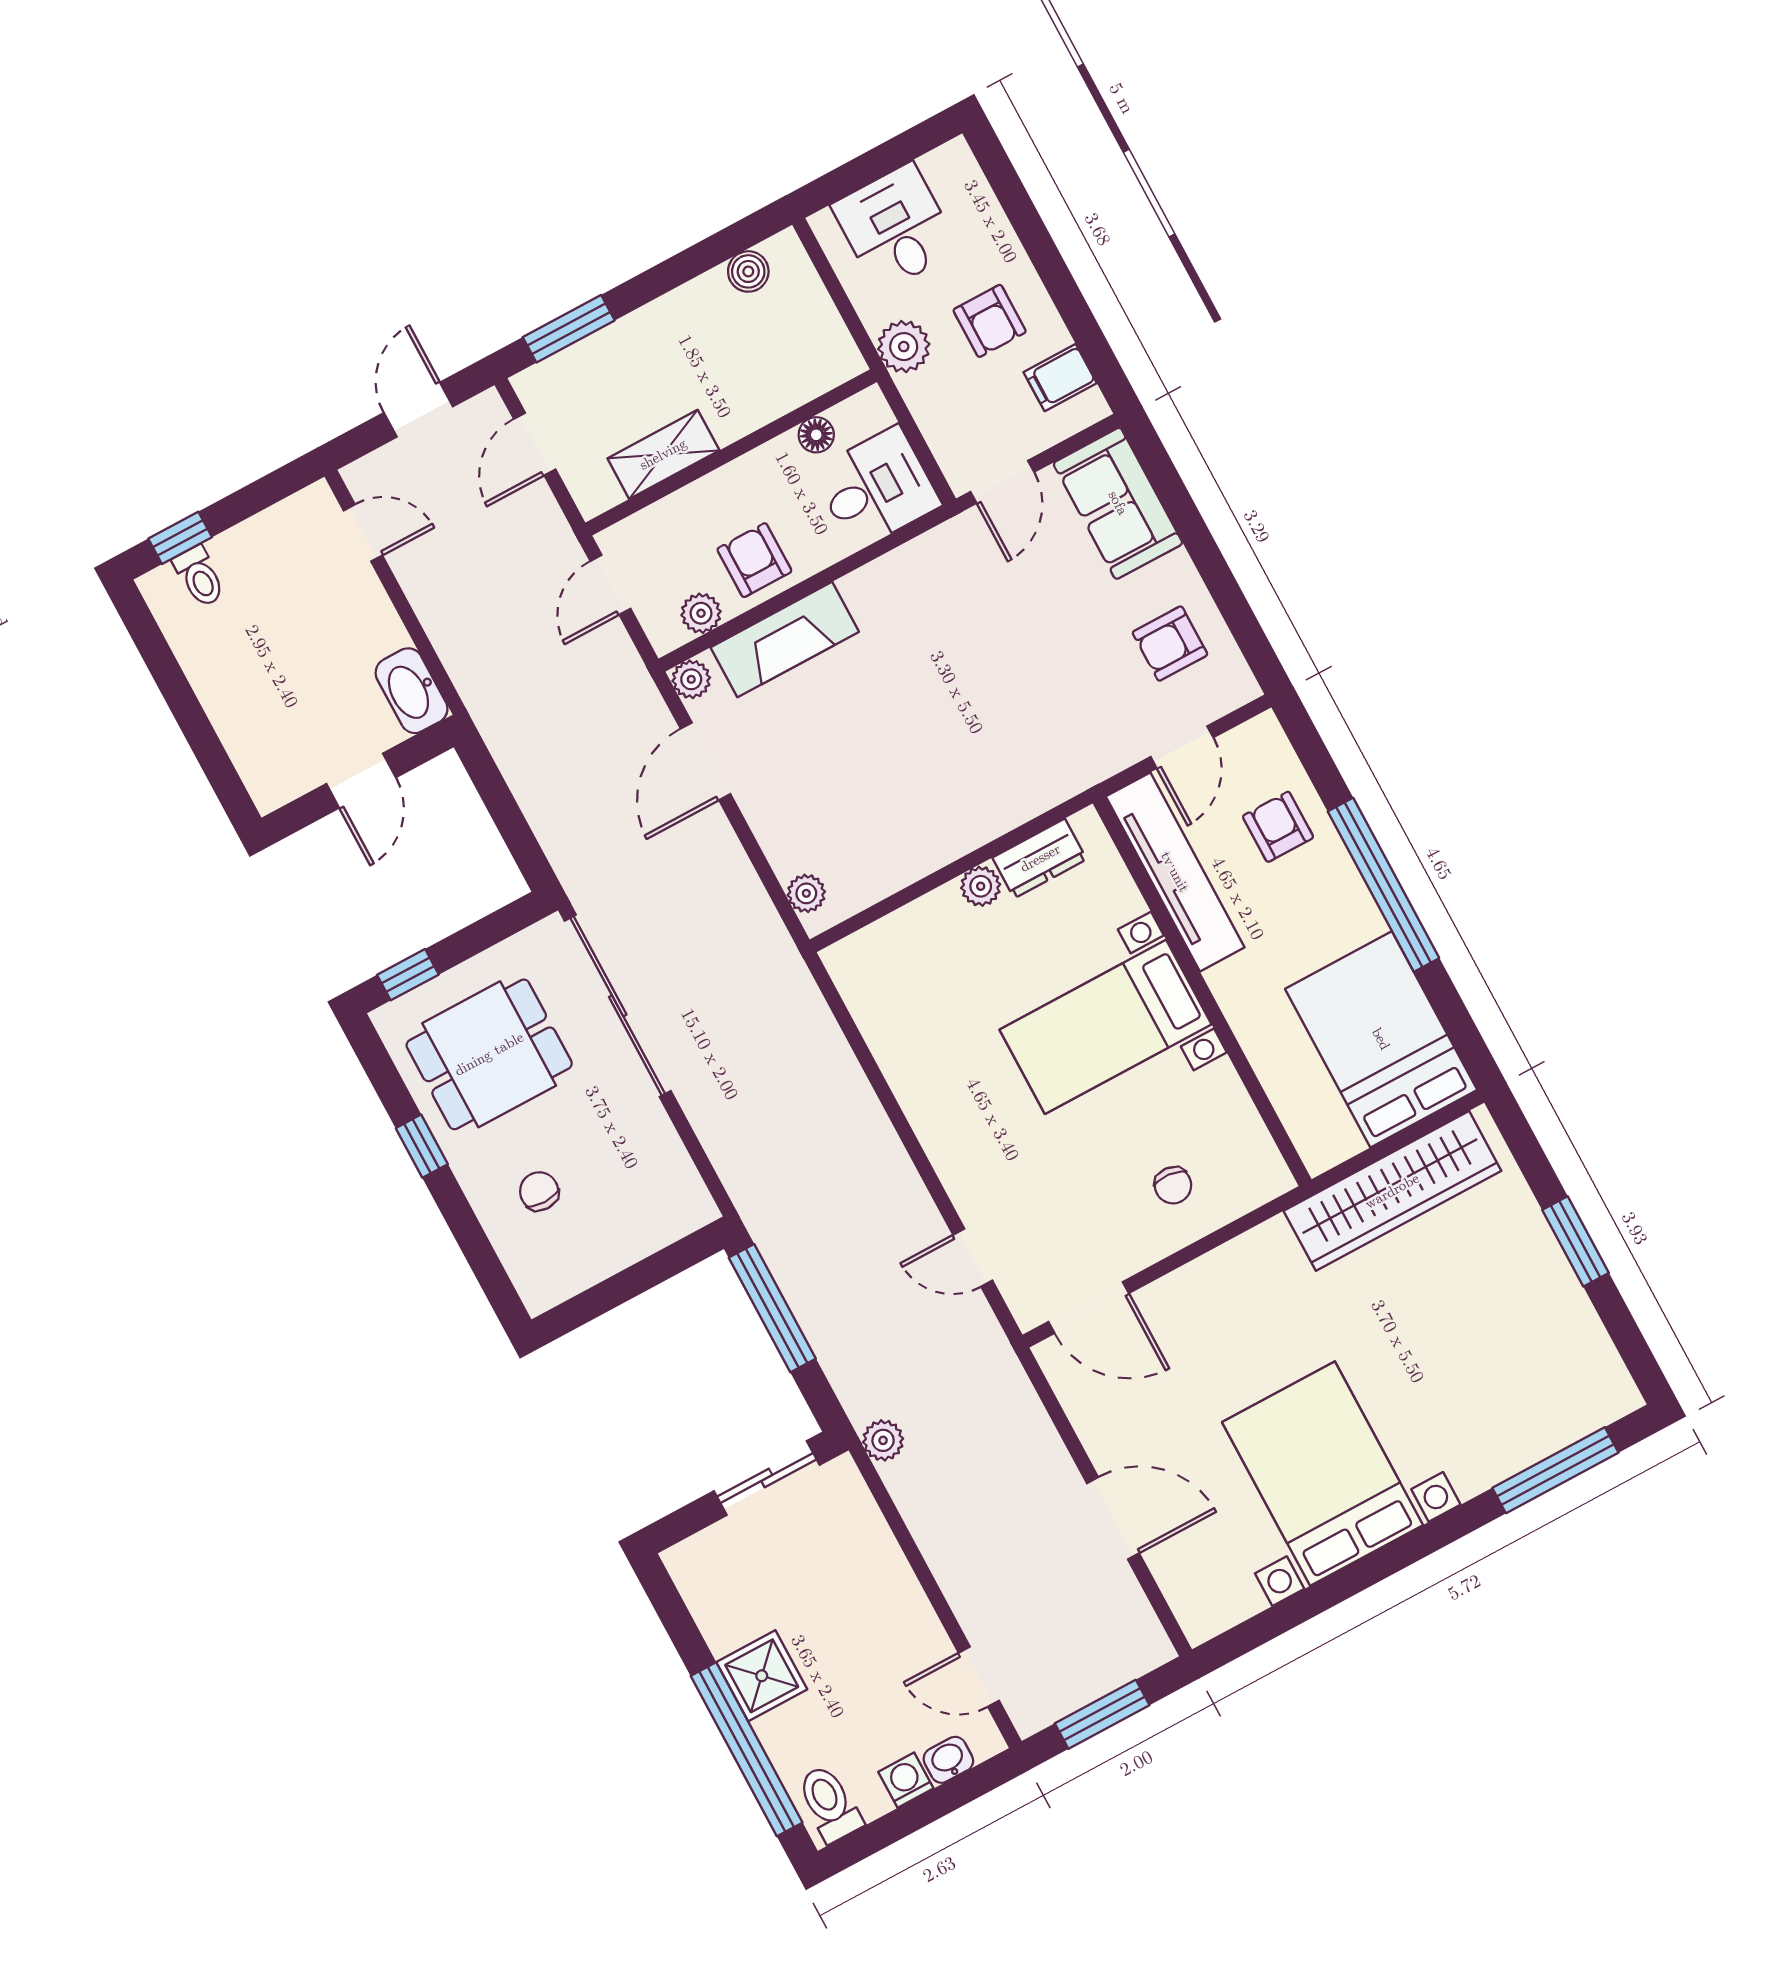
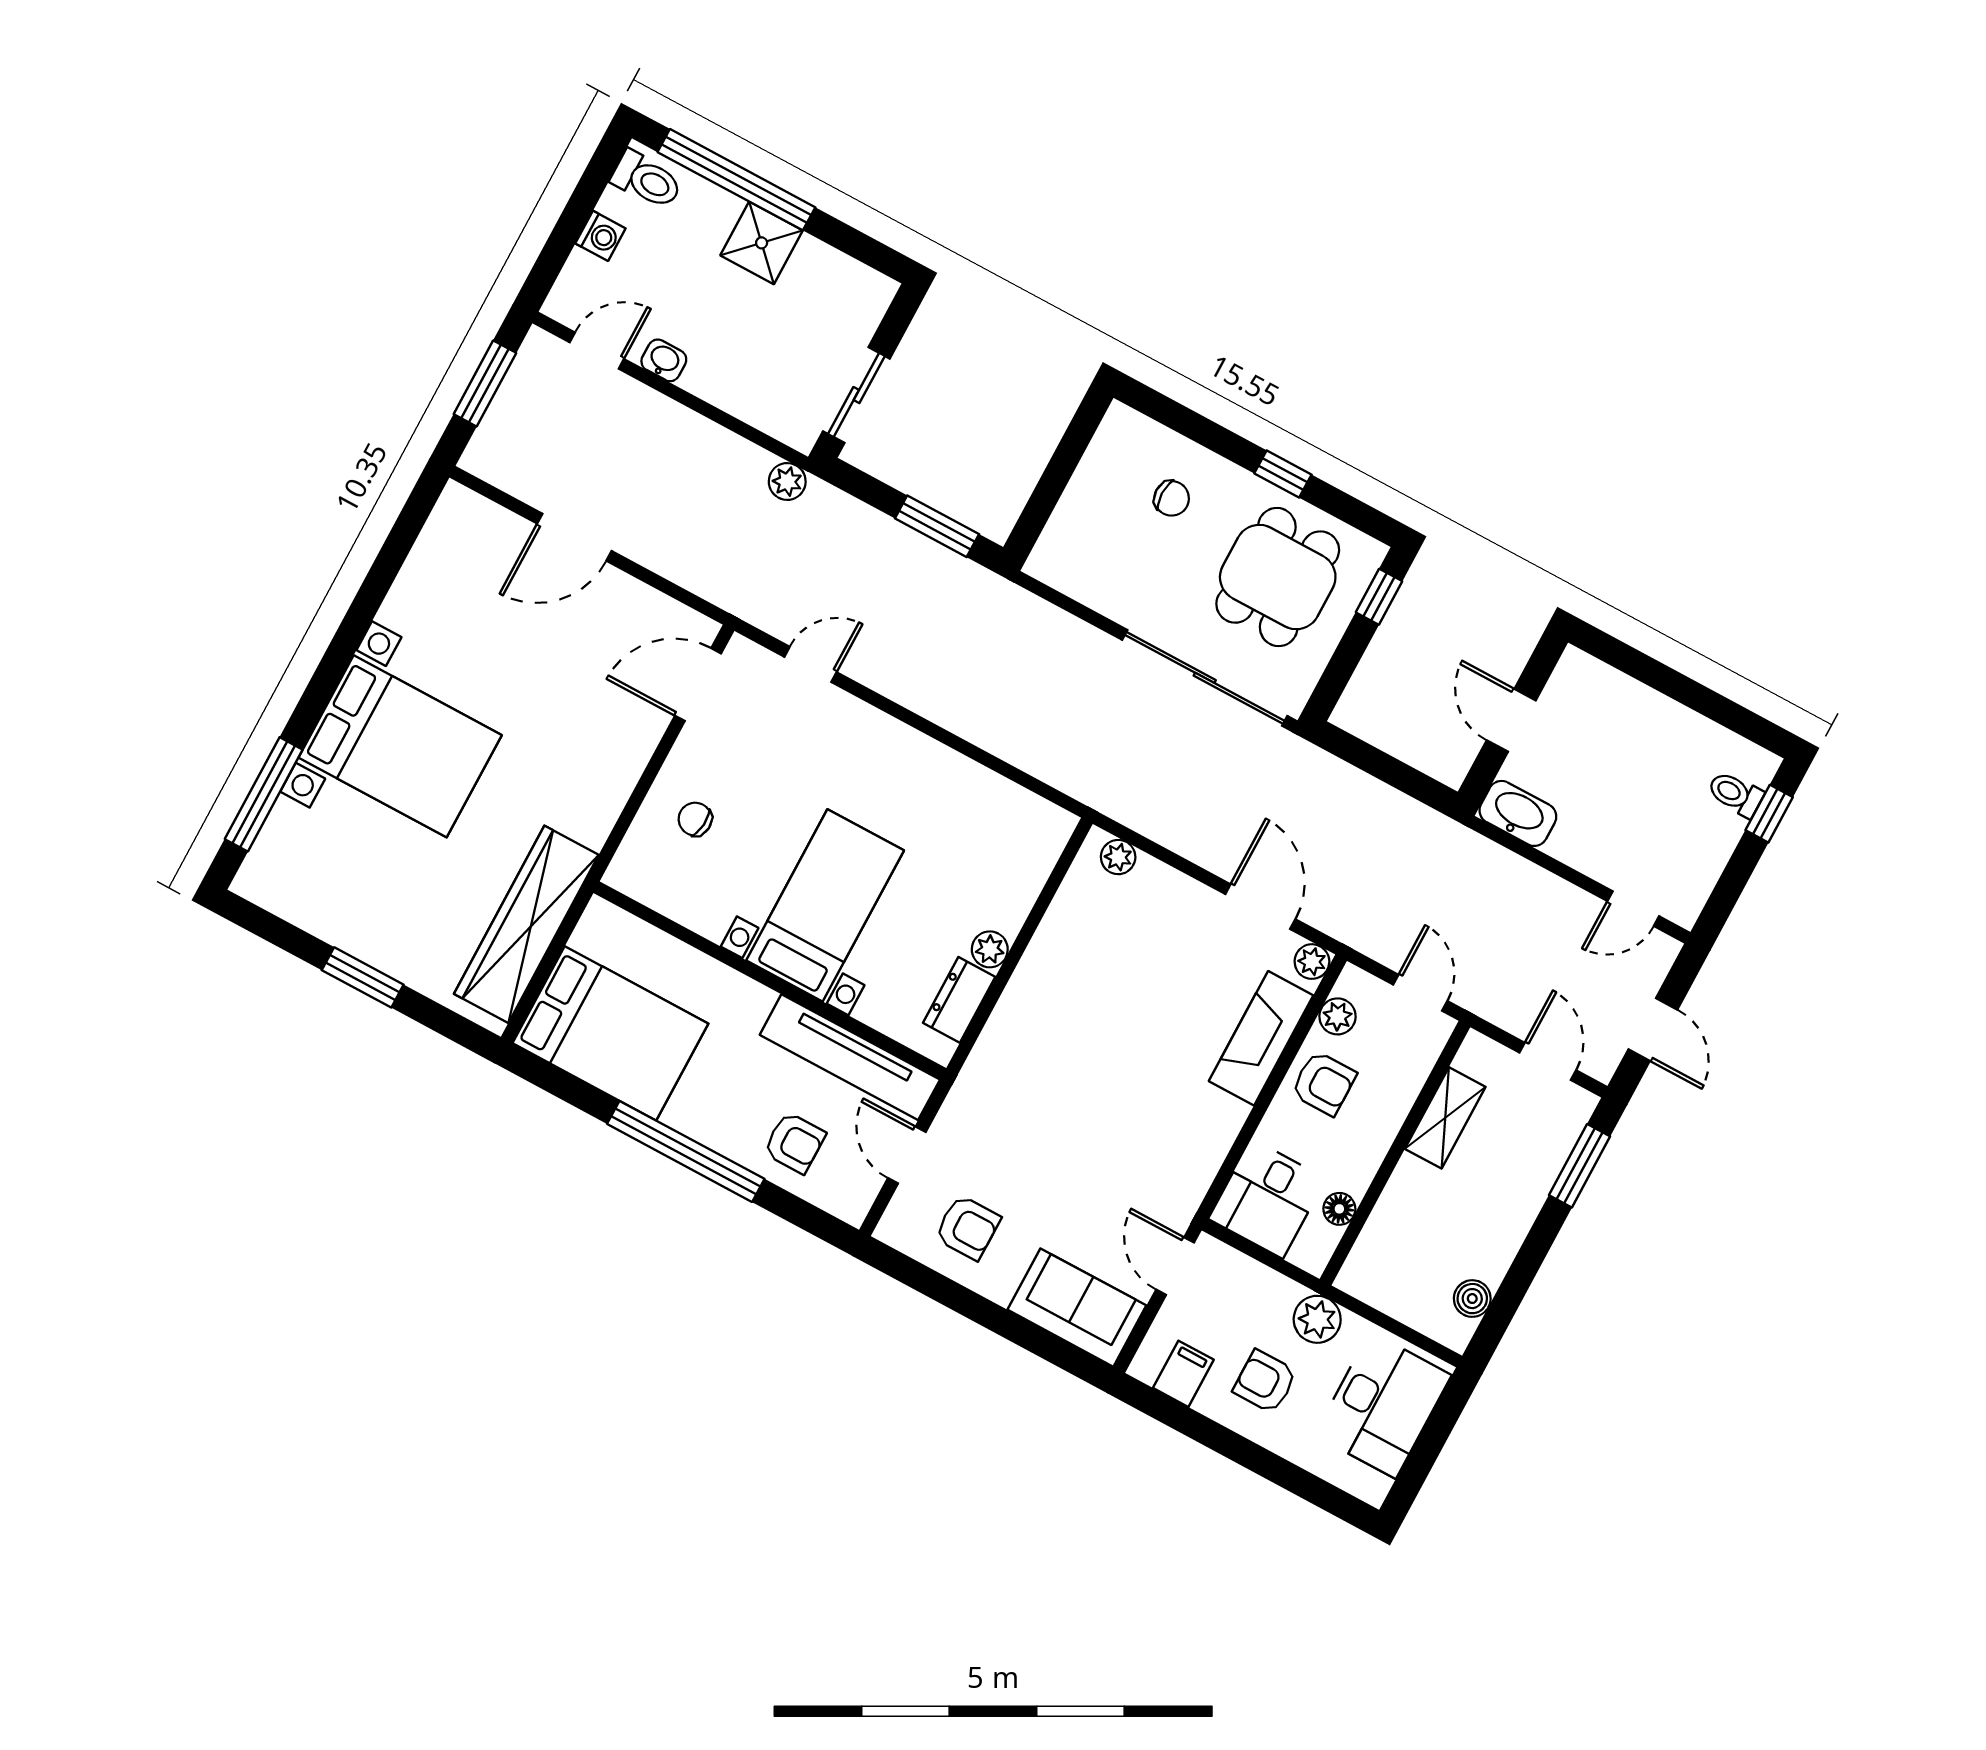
desk: (895, 228) -> (1383, 1405), width x1.37
armchair: (1170, 644) -> (968, 1227), turned 90
window: (772, 1308) -> (937, 526), width x0.69
bed with nightstands: (1323, 1474) -> (400, 746), moved
washbasin: (948, 1760) -> (664, 360), moved, turned -90

